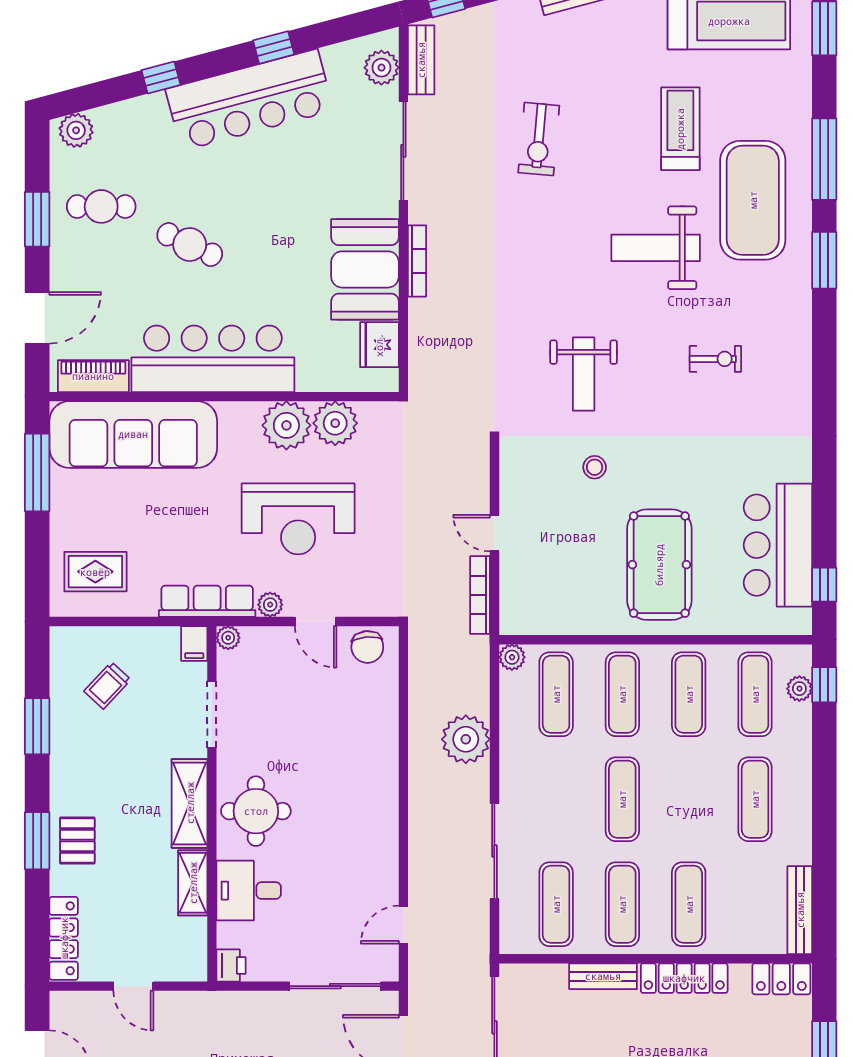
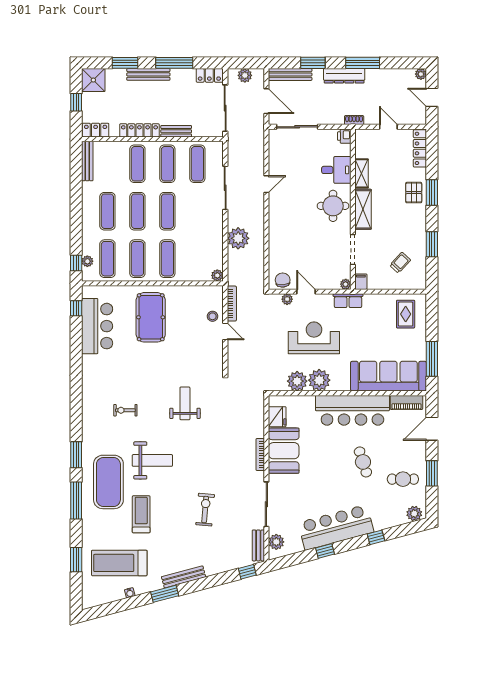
treadmill: (680, 129) -> (141, 514), turned 180
cafe table: (190, 245) -> (363, 462), turned 47
stool: (595, 467) -> (213, 316), moved
rug: (95, 572) -> (406, 314), turned 90
row of seats: (207, 601) -> (348, 301), width x0.68
plant: (270, 605) -> (287, 299), moved
exercise mat: (556, 694) -> (137, 211), moved
door: (403, 925) -> (266, 184), moved
shoe rack: (209, 1001) -> (354, 120), added

